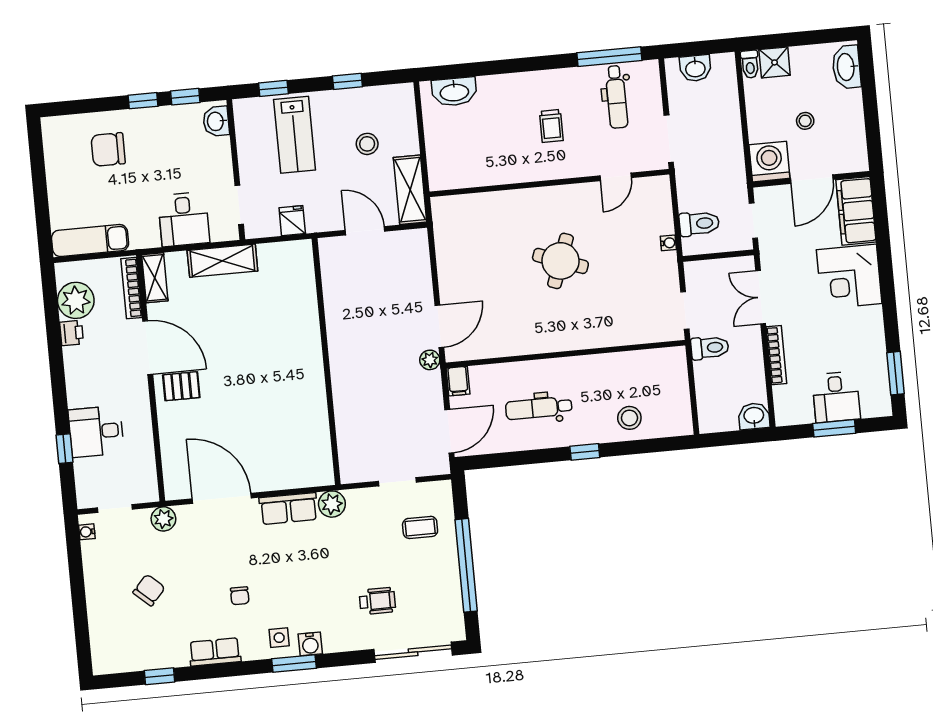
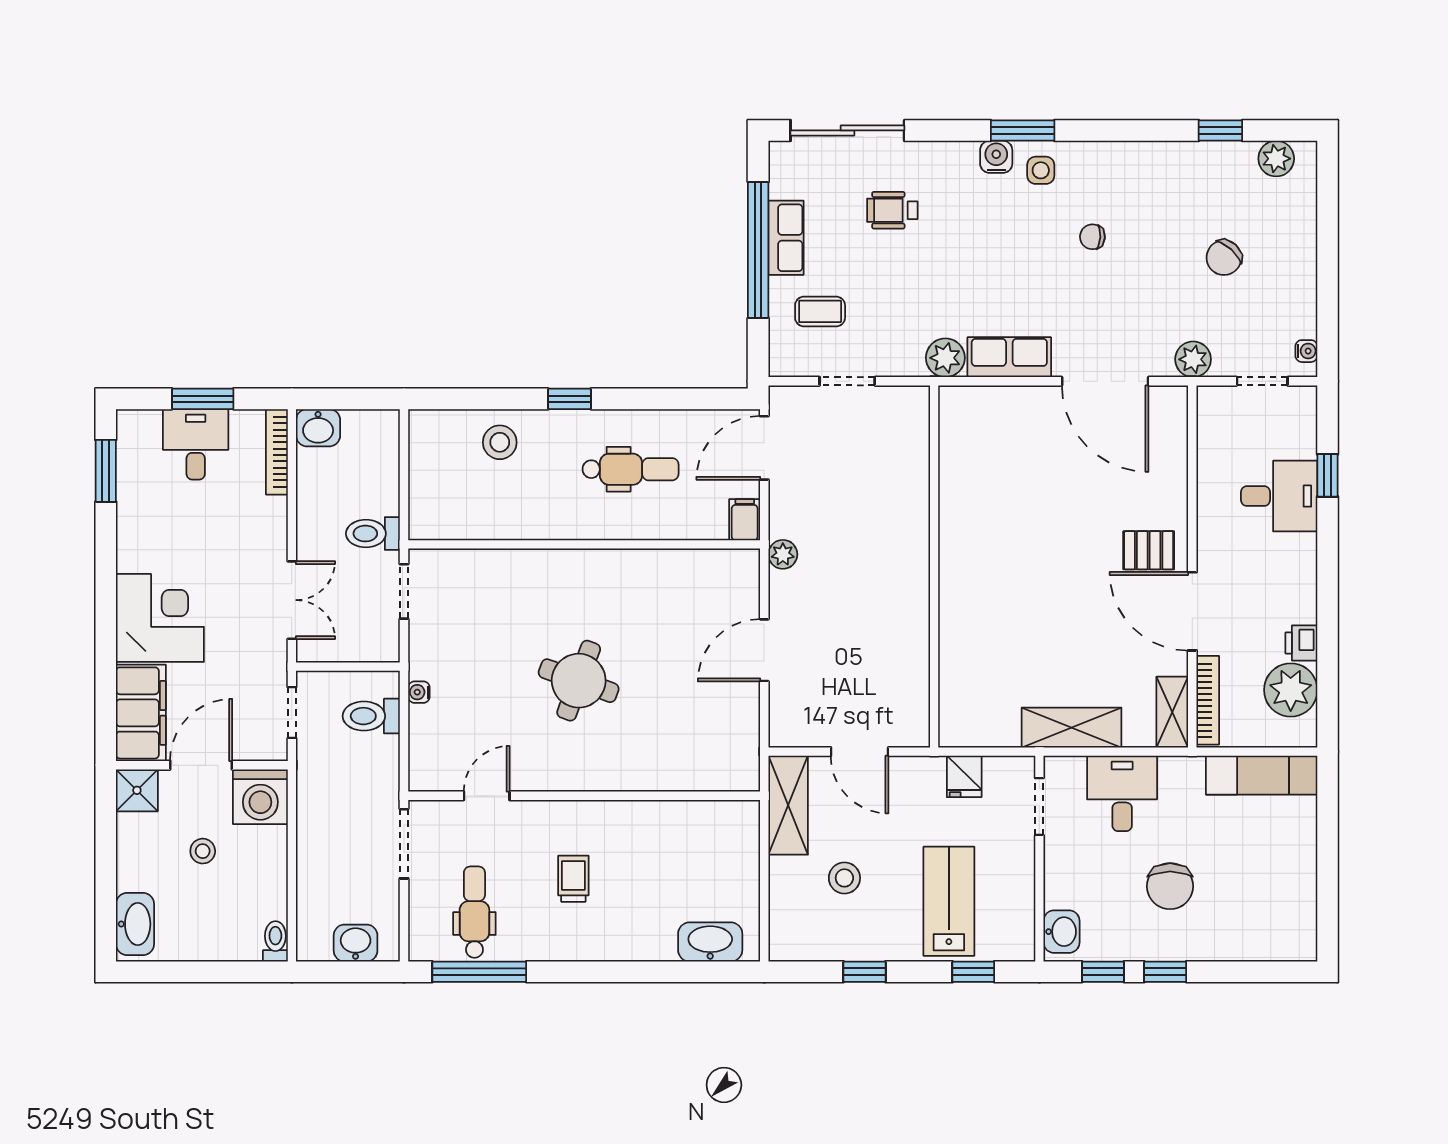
shower: (775, 62) -> (137, 790), moved
chair: (108, 150) -> (1170, 886), moved, turned 90
door: (439, 326) -> (764, 650), moved
bookcase: (776, 355) -> (277, 452), moved
chair: (240, 596) -> (1092, 237), turned -87
row of seats: (215, 652) -> (786, 238), moved, turned -90
plant: (120, 661) -> (1276, 159), added

